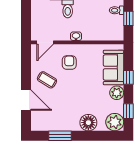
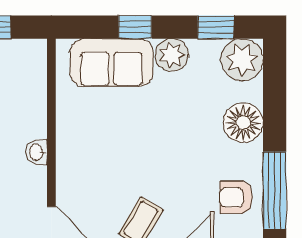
armchair: (69, 63) -> (236, 197), moved
window: (60, 136) -> (275, 190), width x1.44

